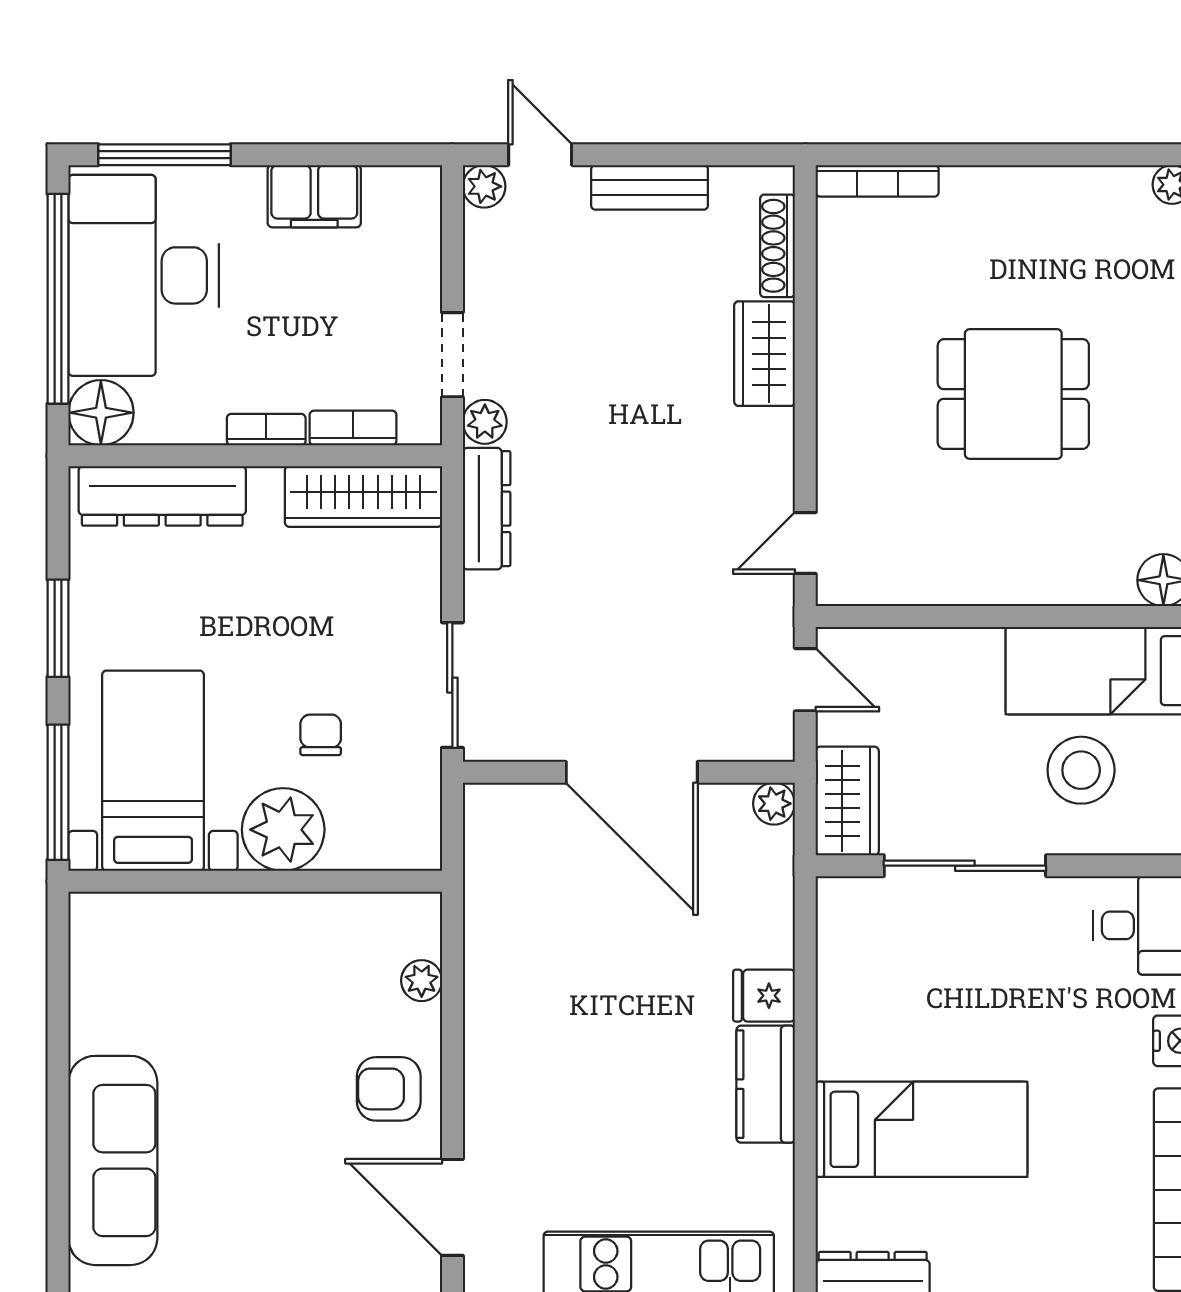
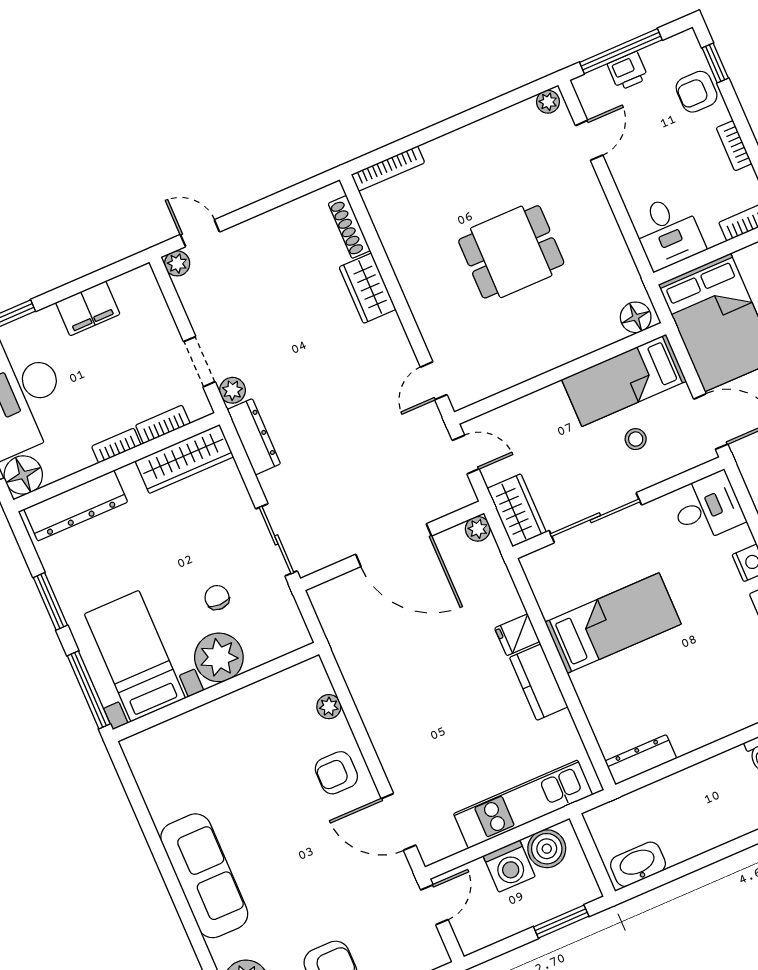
bench: (650, 187) -> (267, 225), removed
stool: (1081, 770) -> (636, 439), width x0.53, depth x0.53
bed: (922, 1129) -> (613, 623), moved

